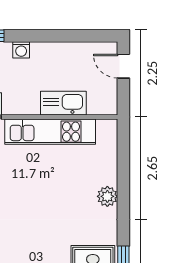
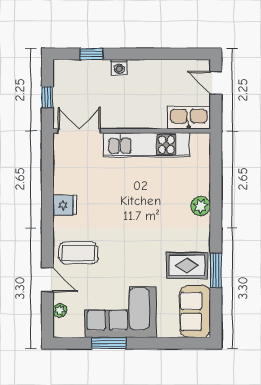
kitchen sink: (63, 103) -> (189, 118), moved

